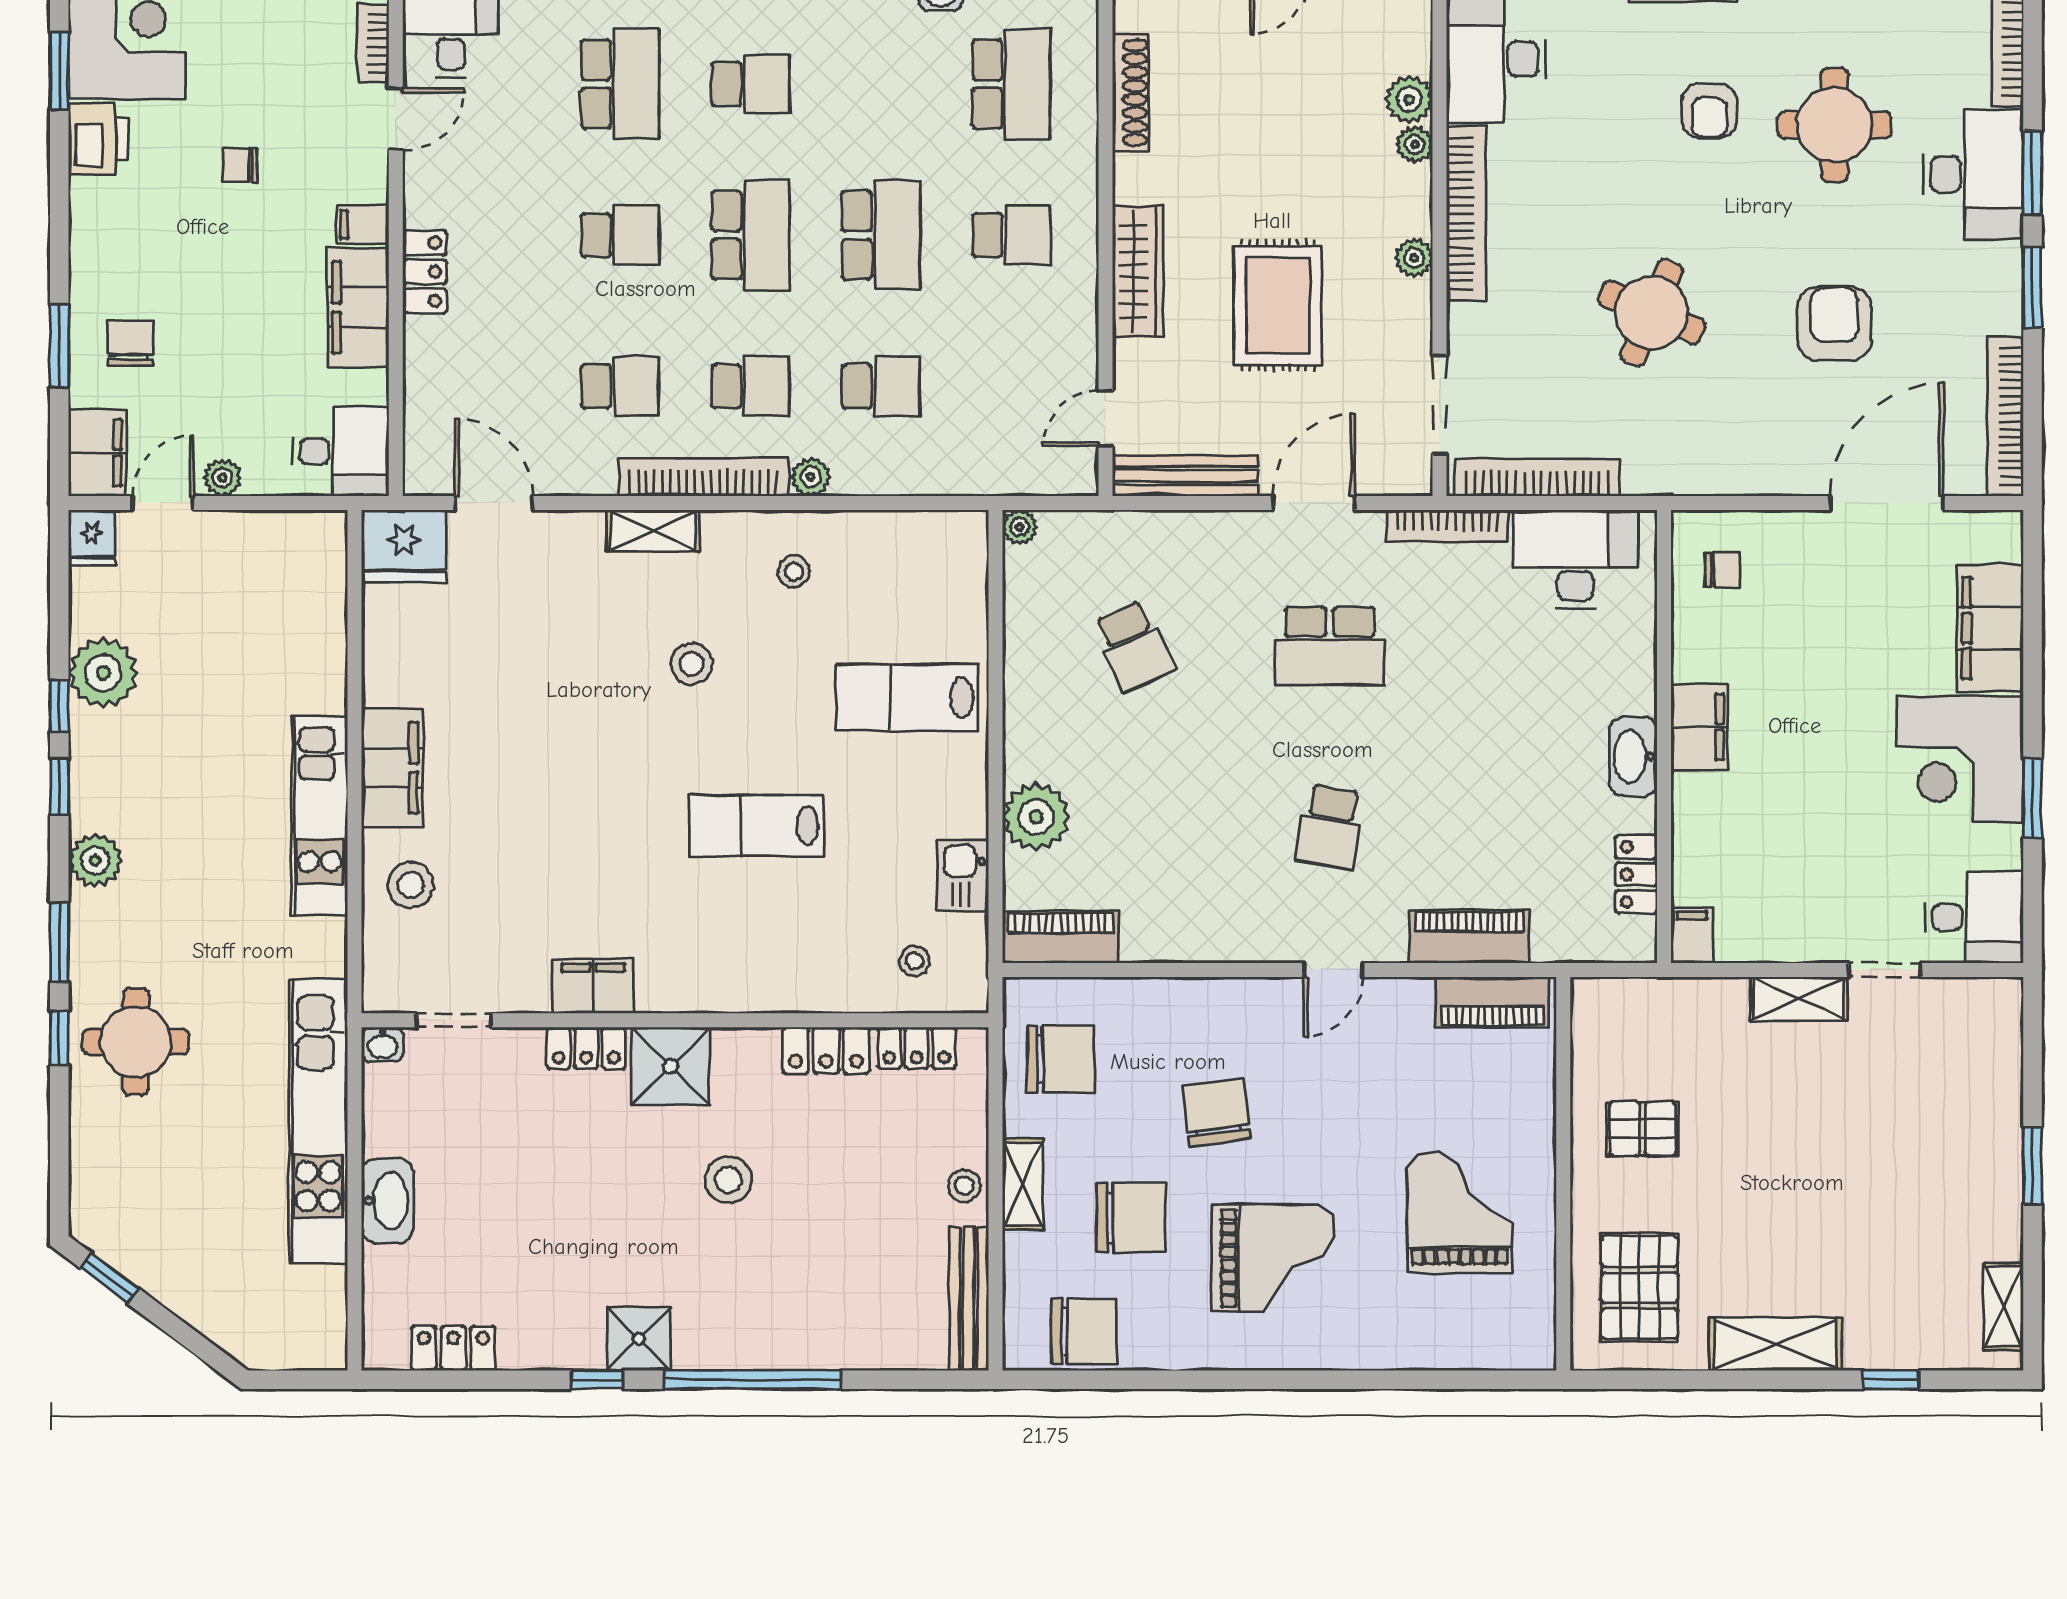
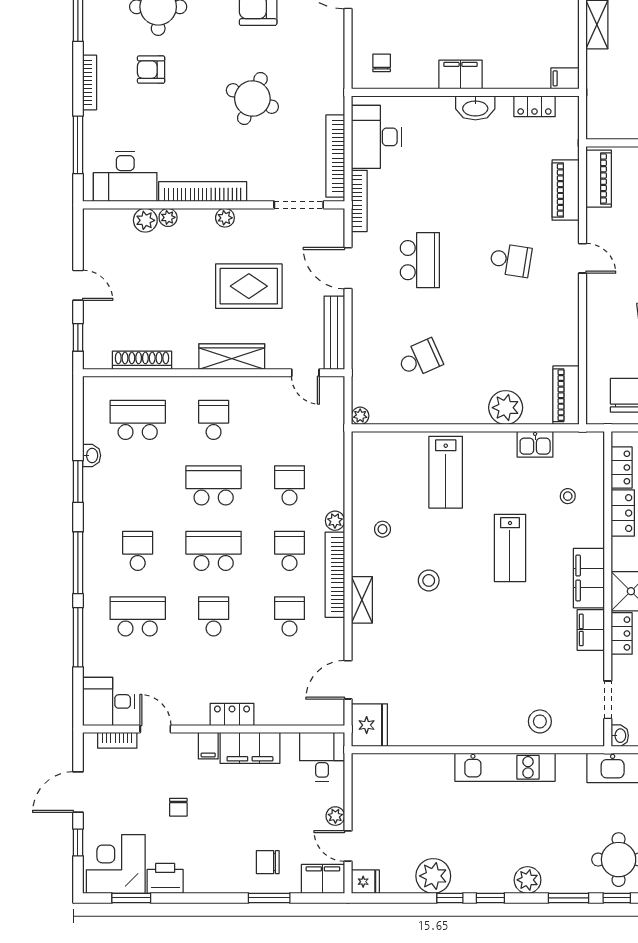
armchair: (1709, 111) -> (151, 70), turned 180
filing cabinet: (392, 768) -> (589, 578), moved, turned -90
stool: (915, 961) -> (568, 496), moved

